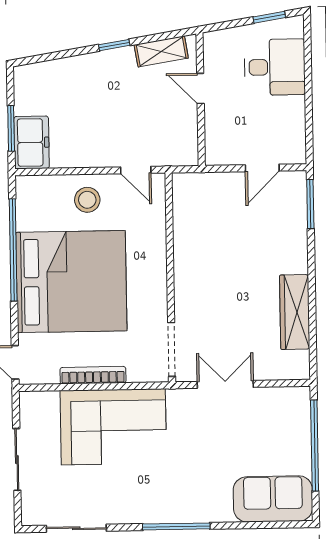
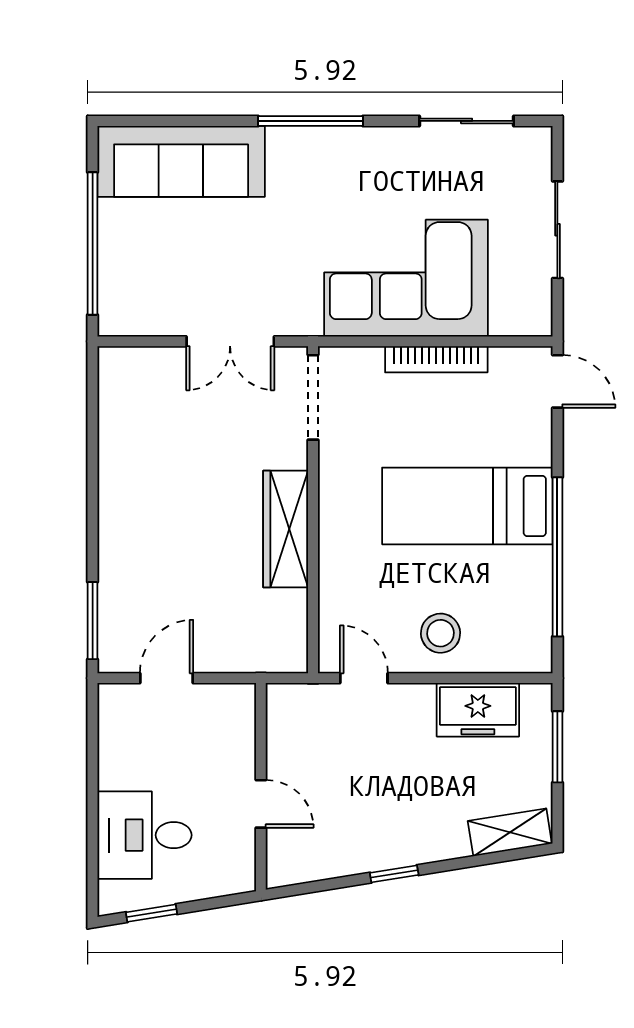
shelving: (161, 51) -> (510, 832), moved
freezer: (32, 142) -> (478, 710), moved, turned -90
bed: (71, 282) -> (467, 506), width x0.49
wardrobe: (295, 312) -> (286, 529), moved, turned 180
sofa: (273, 499) -> (181, 161), width x1.36

